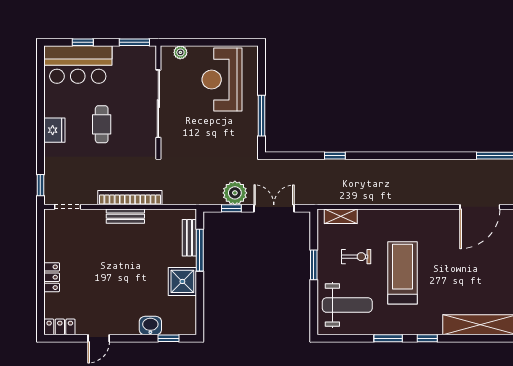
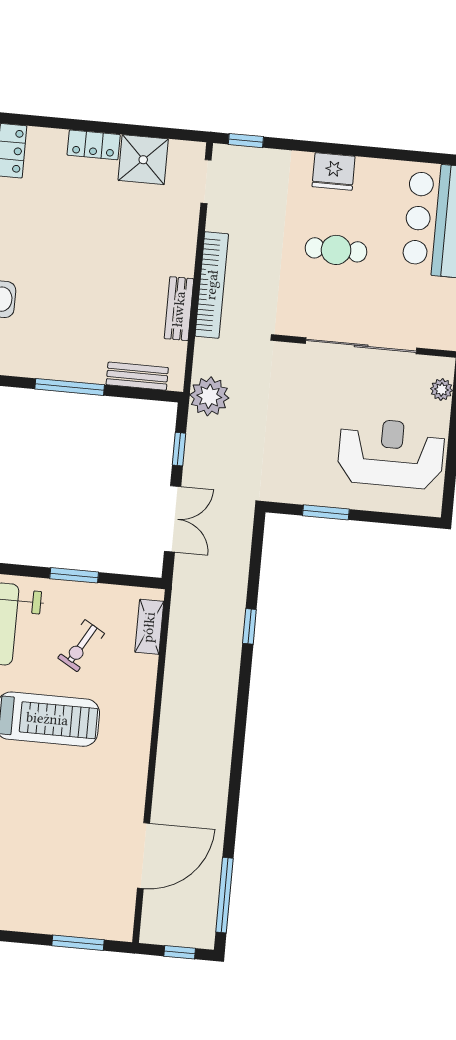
window: (261, 116) -> (326, 512), width x0.69
plant: (235, 193) -> (209, 396), moved
door: (480, 207) -> (143, 856), swing flipped
bench: (125, 216) -> (179, 309), moved
window: (200, 250) -> (70, 387), moved
exercise bike: (356, 257) -> (81, 646), turned 30
shower: (182, 281) -> (143, 160), moved

